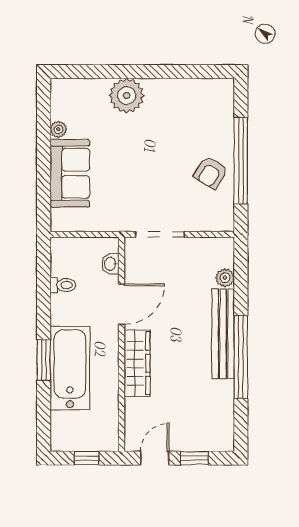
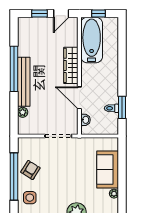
side table: (212, 122) -> (30, 198), added
door: (122, 304) -> (79, 98), hinge flipped
window: (44, 360) -> (122, 107), moved
bathtub: (70, 368) -> (92, 40), moved, turned 180

